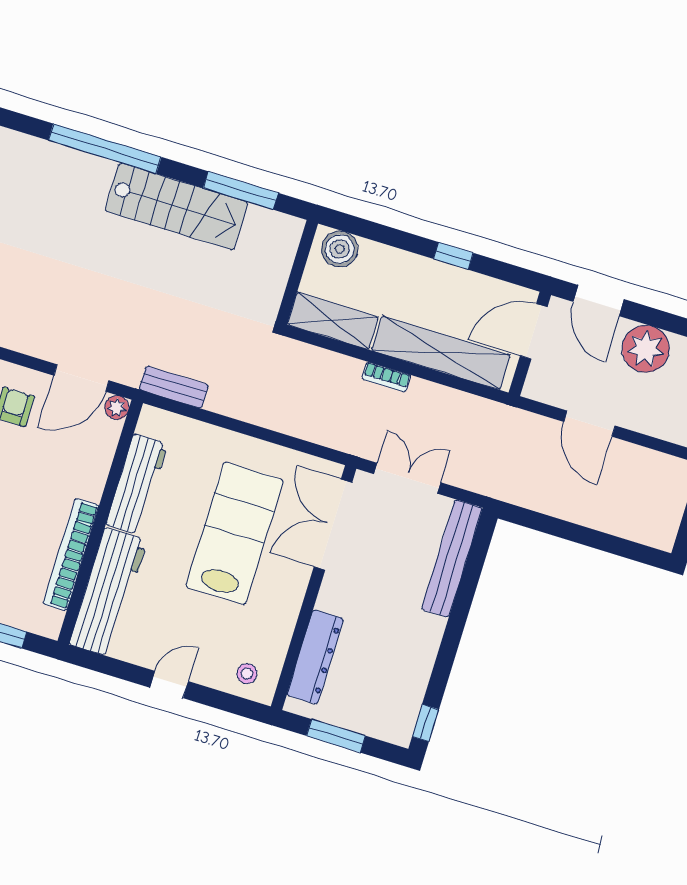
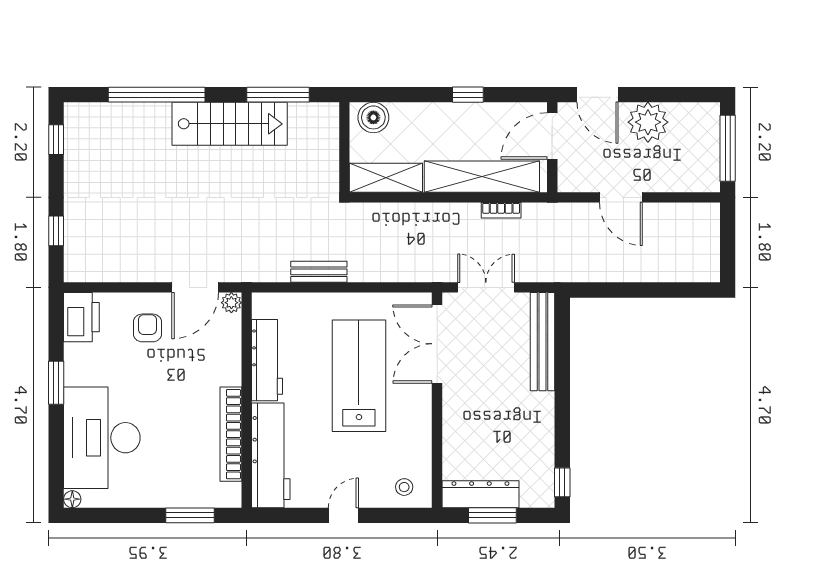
bookcase: (386, 377) -> (501, 210), moved
bench: (174, 387) -> (319, 272), moved
dresser: (315, 657) -> (480, 494), moved, turned -90

